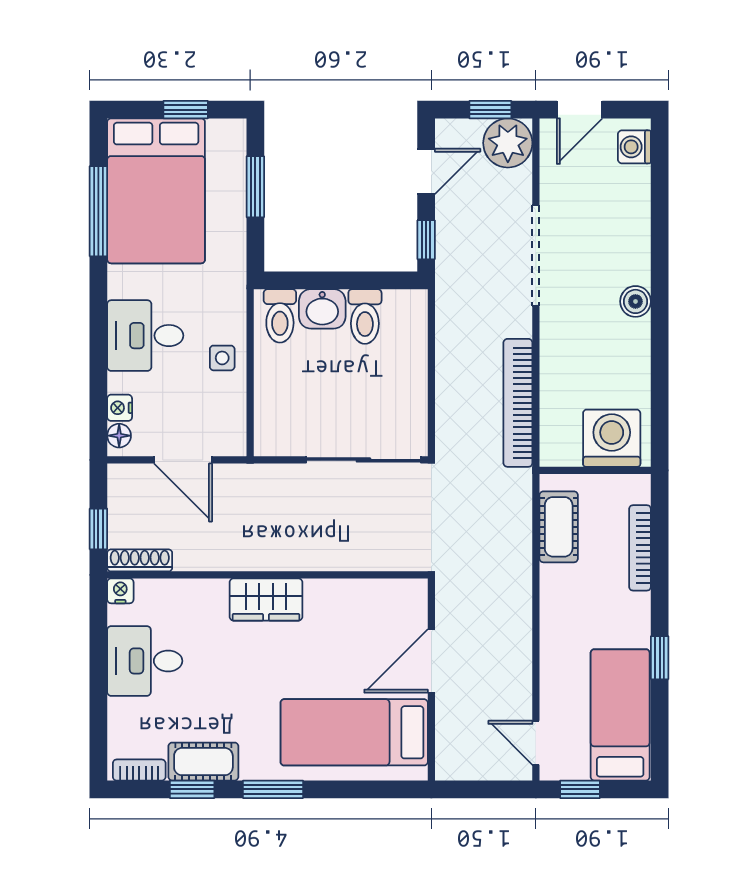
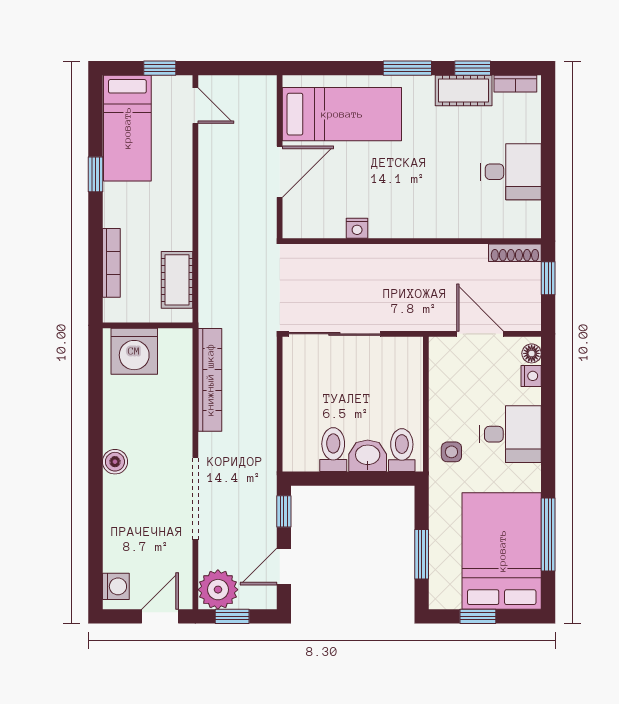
side table: (222, 358) -> (451, 452), moved
nightstand: (120, 591) -> (357, 228), moved
wardrobe: (266, 600) -> (413, 221), removed

